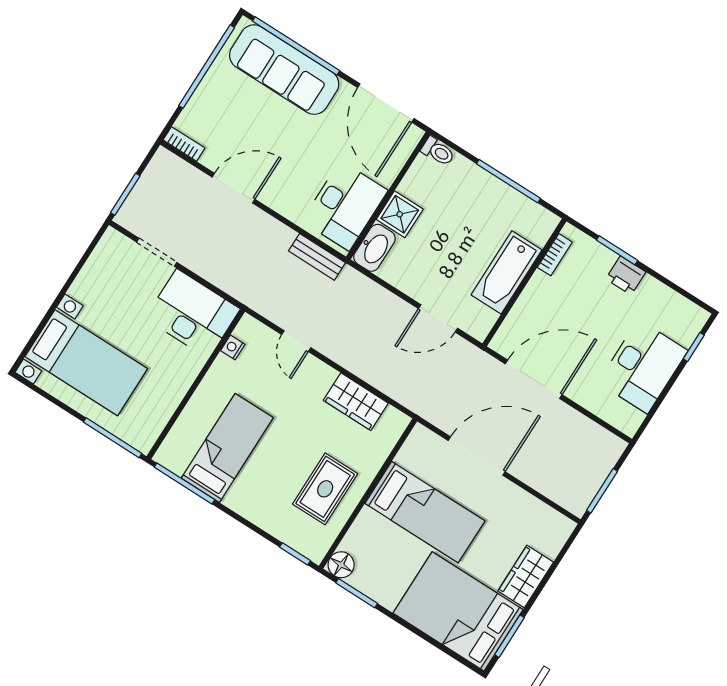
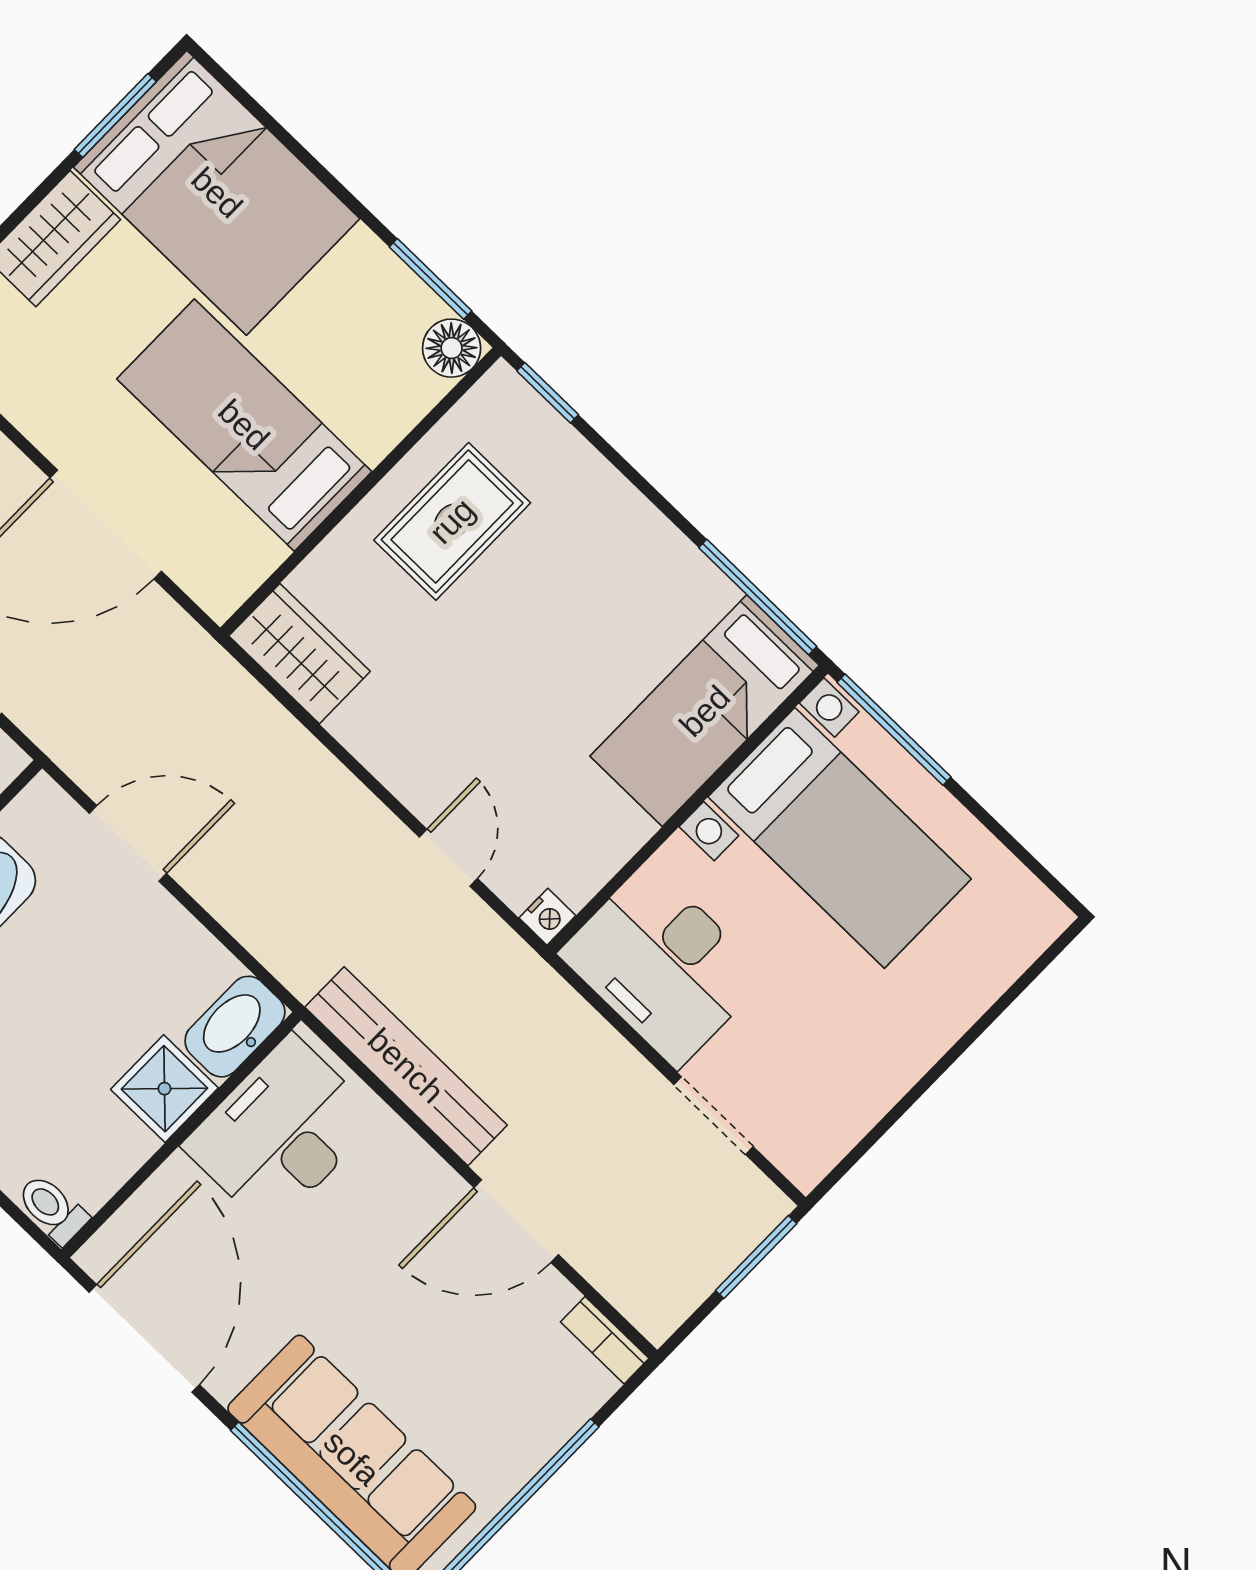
bench: (317, 257) -> (406, 1066), width x1.86, depth x1.21
nightstand: (233, 347) -> (547, 917), moved
bed with nightstands: (86, 363) -> (840, 838), moved, turned 180
wardrobe: (356, 402) -> (300, 654), moved
bed: (227, 448) -> (705, 711), moved

